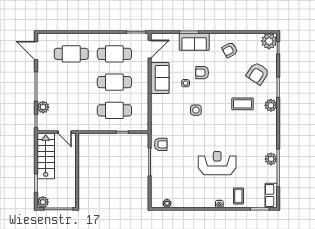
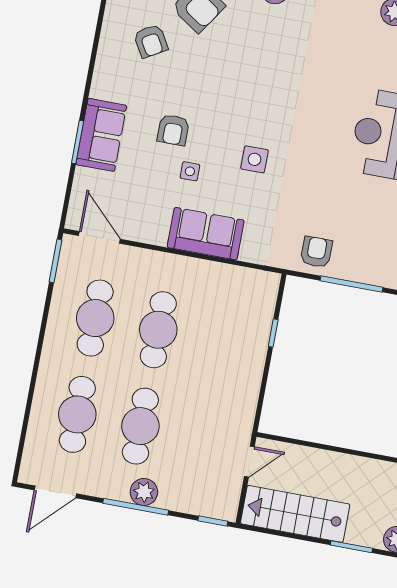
armchair: (230, 50) -> (151, 41), moved
sofa: (160, 78) -> (206, 234), moved
coffee table: (243, 104) -> (260, 53), removed
plant: (43, 107) -> (144, 492), moved
cafe table: (114, 110) -> (140, 426), moved

